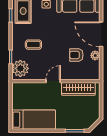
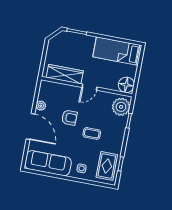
coffee table: (33, 45) -> (92, 133), moved
armchair: (76, 55) -> (69, 118), moved
floor lamp: (19, 90) -> (126, 85), added

